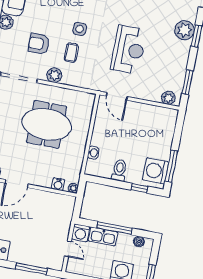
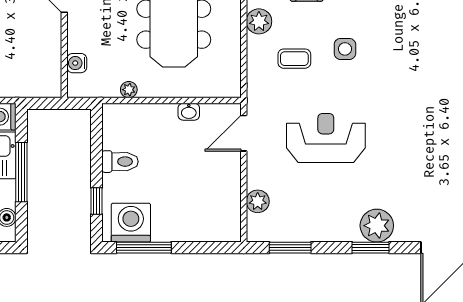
reception desk: (129, 50) -> (326, 138), turned 180
coffee table: (71, 53) -> (294, 59), moved
plant: (168, 98) -> (258, 201), moved
washbasin: (93, 153) -> (189, 112), moved
plant: (73, 188) -> (129, 90), moved

